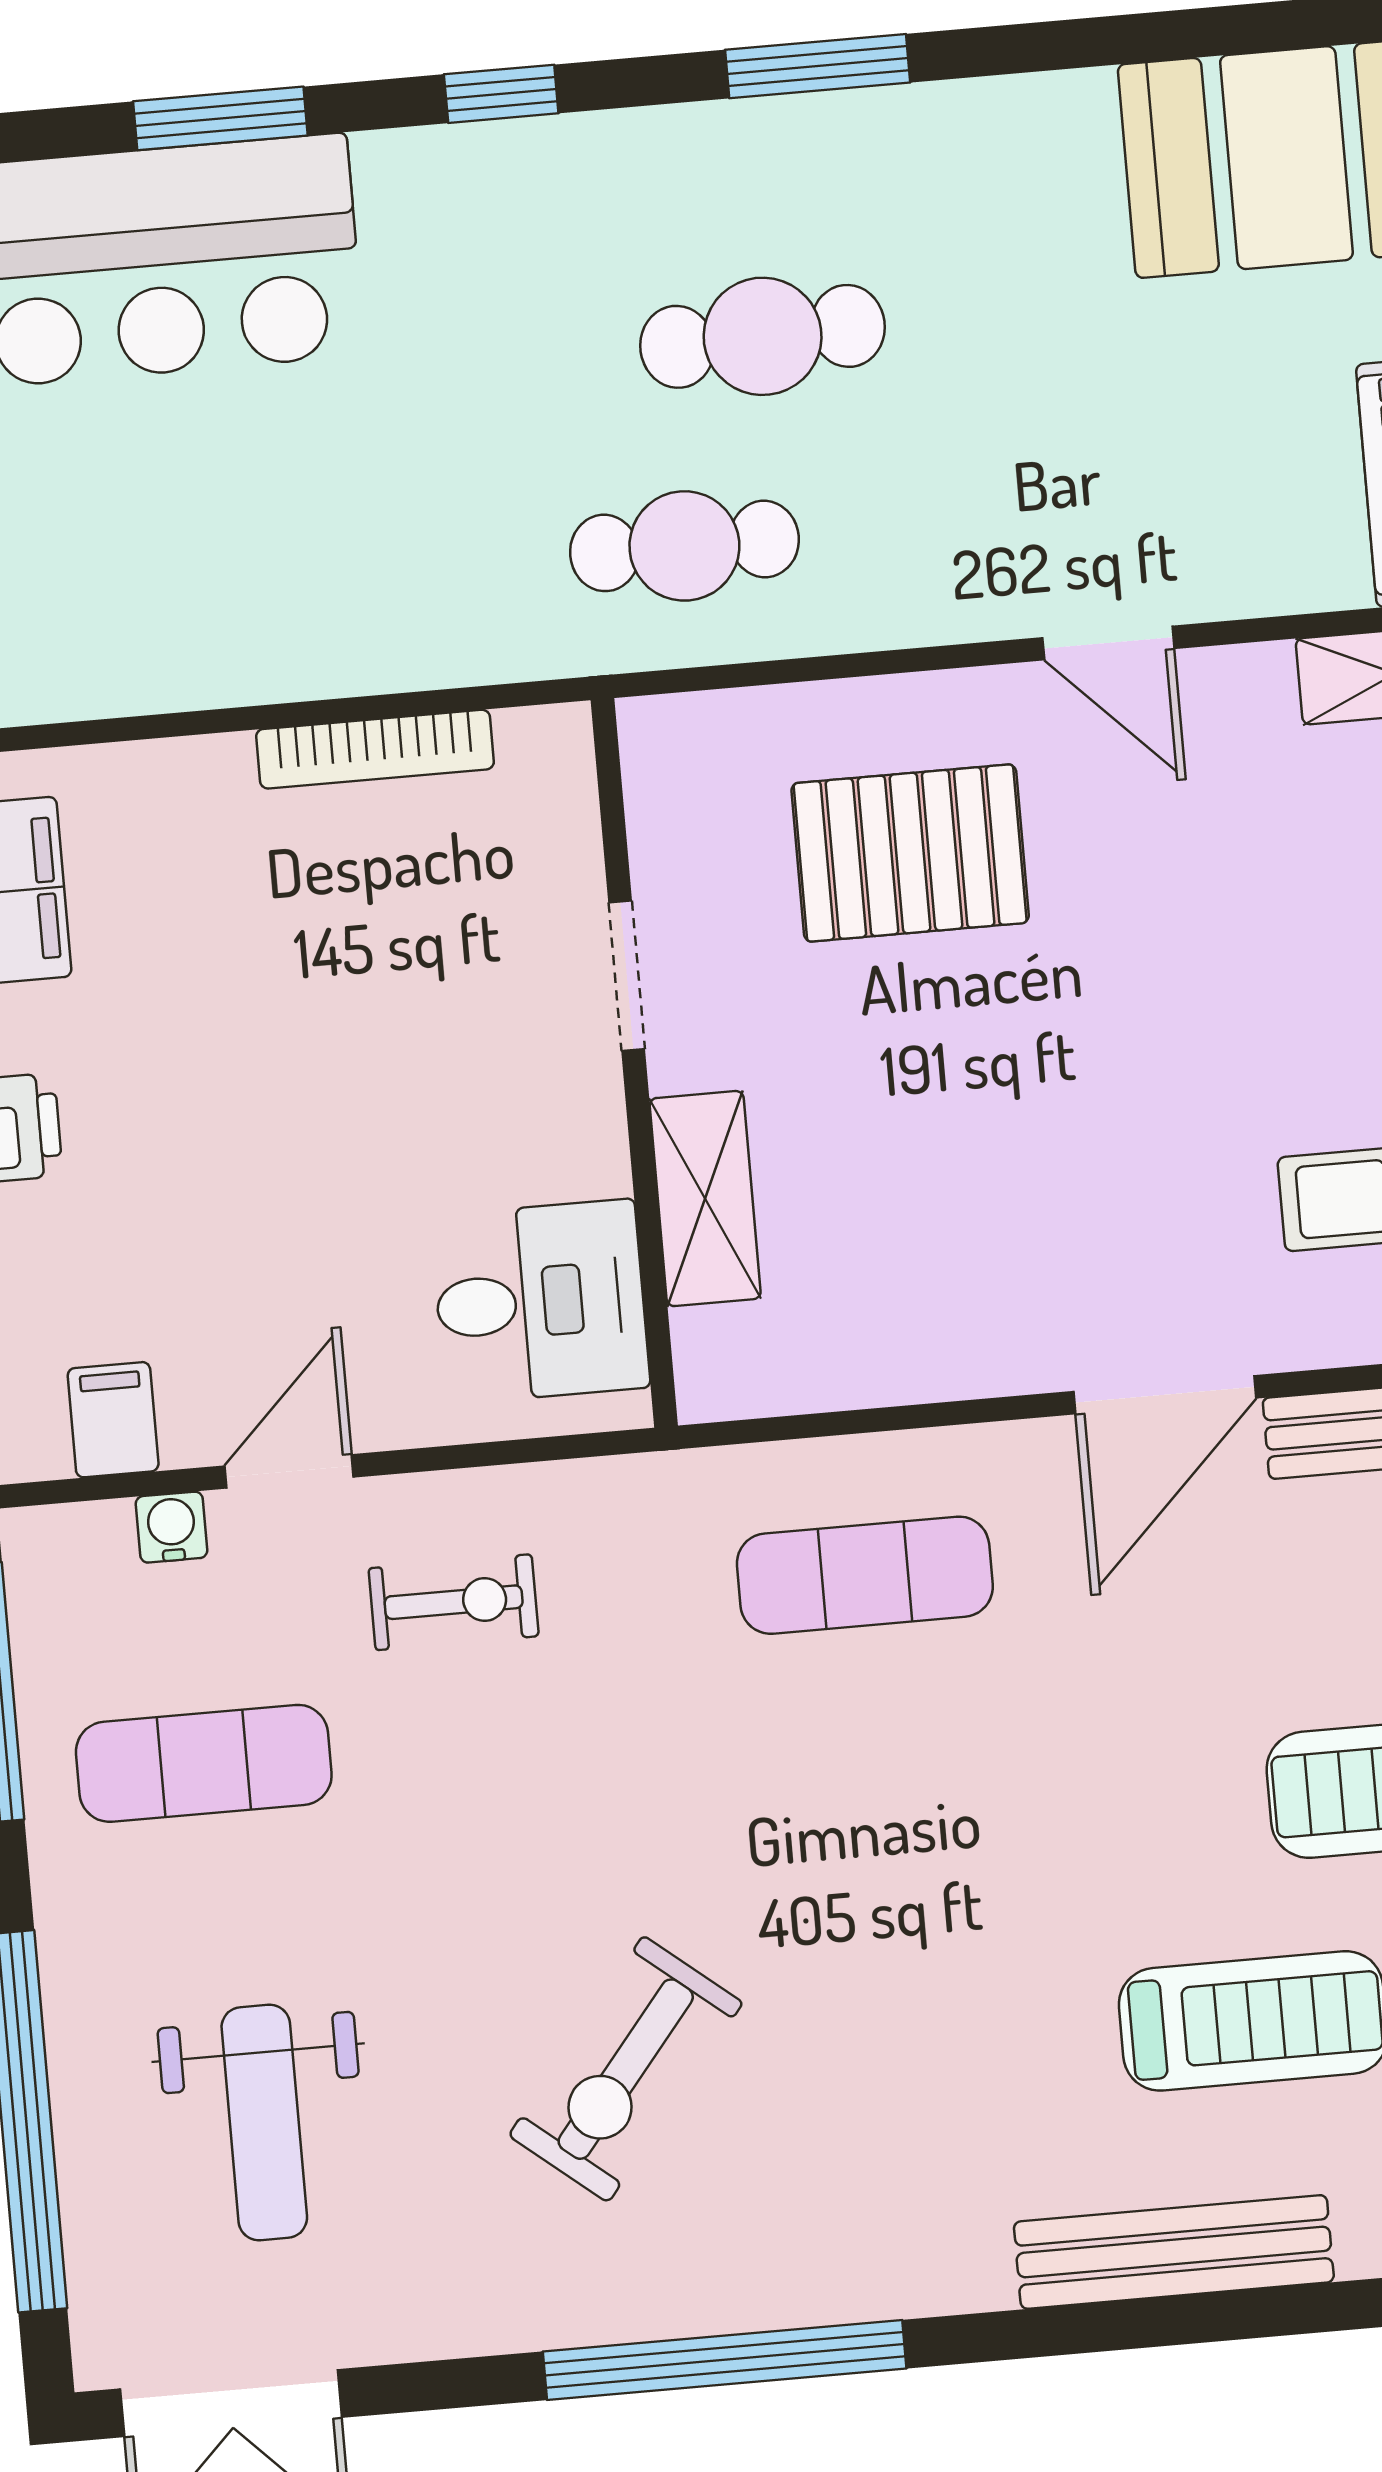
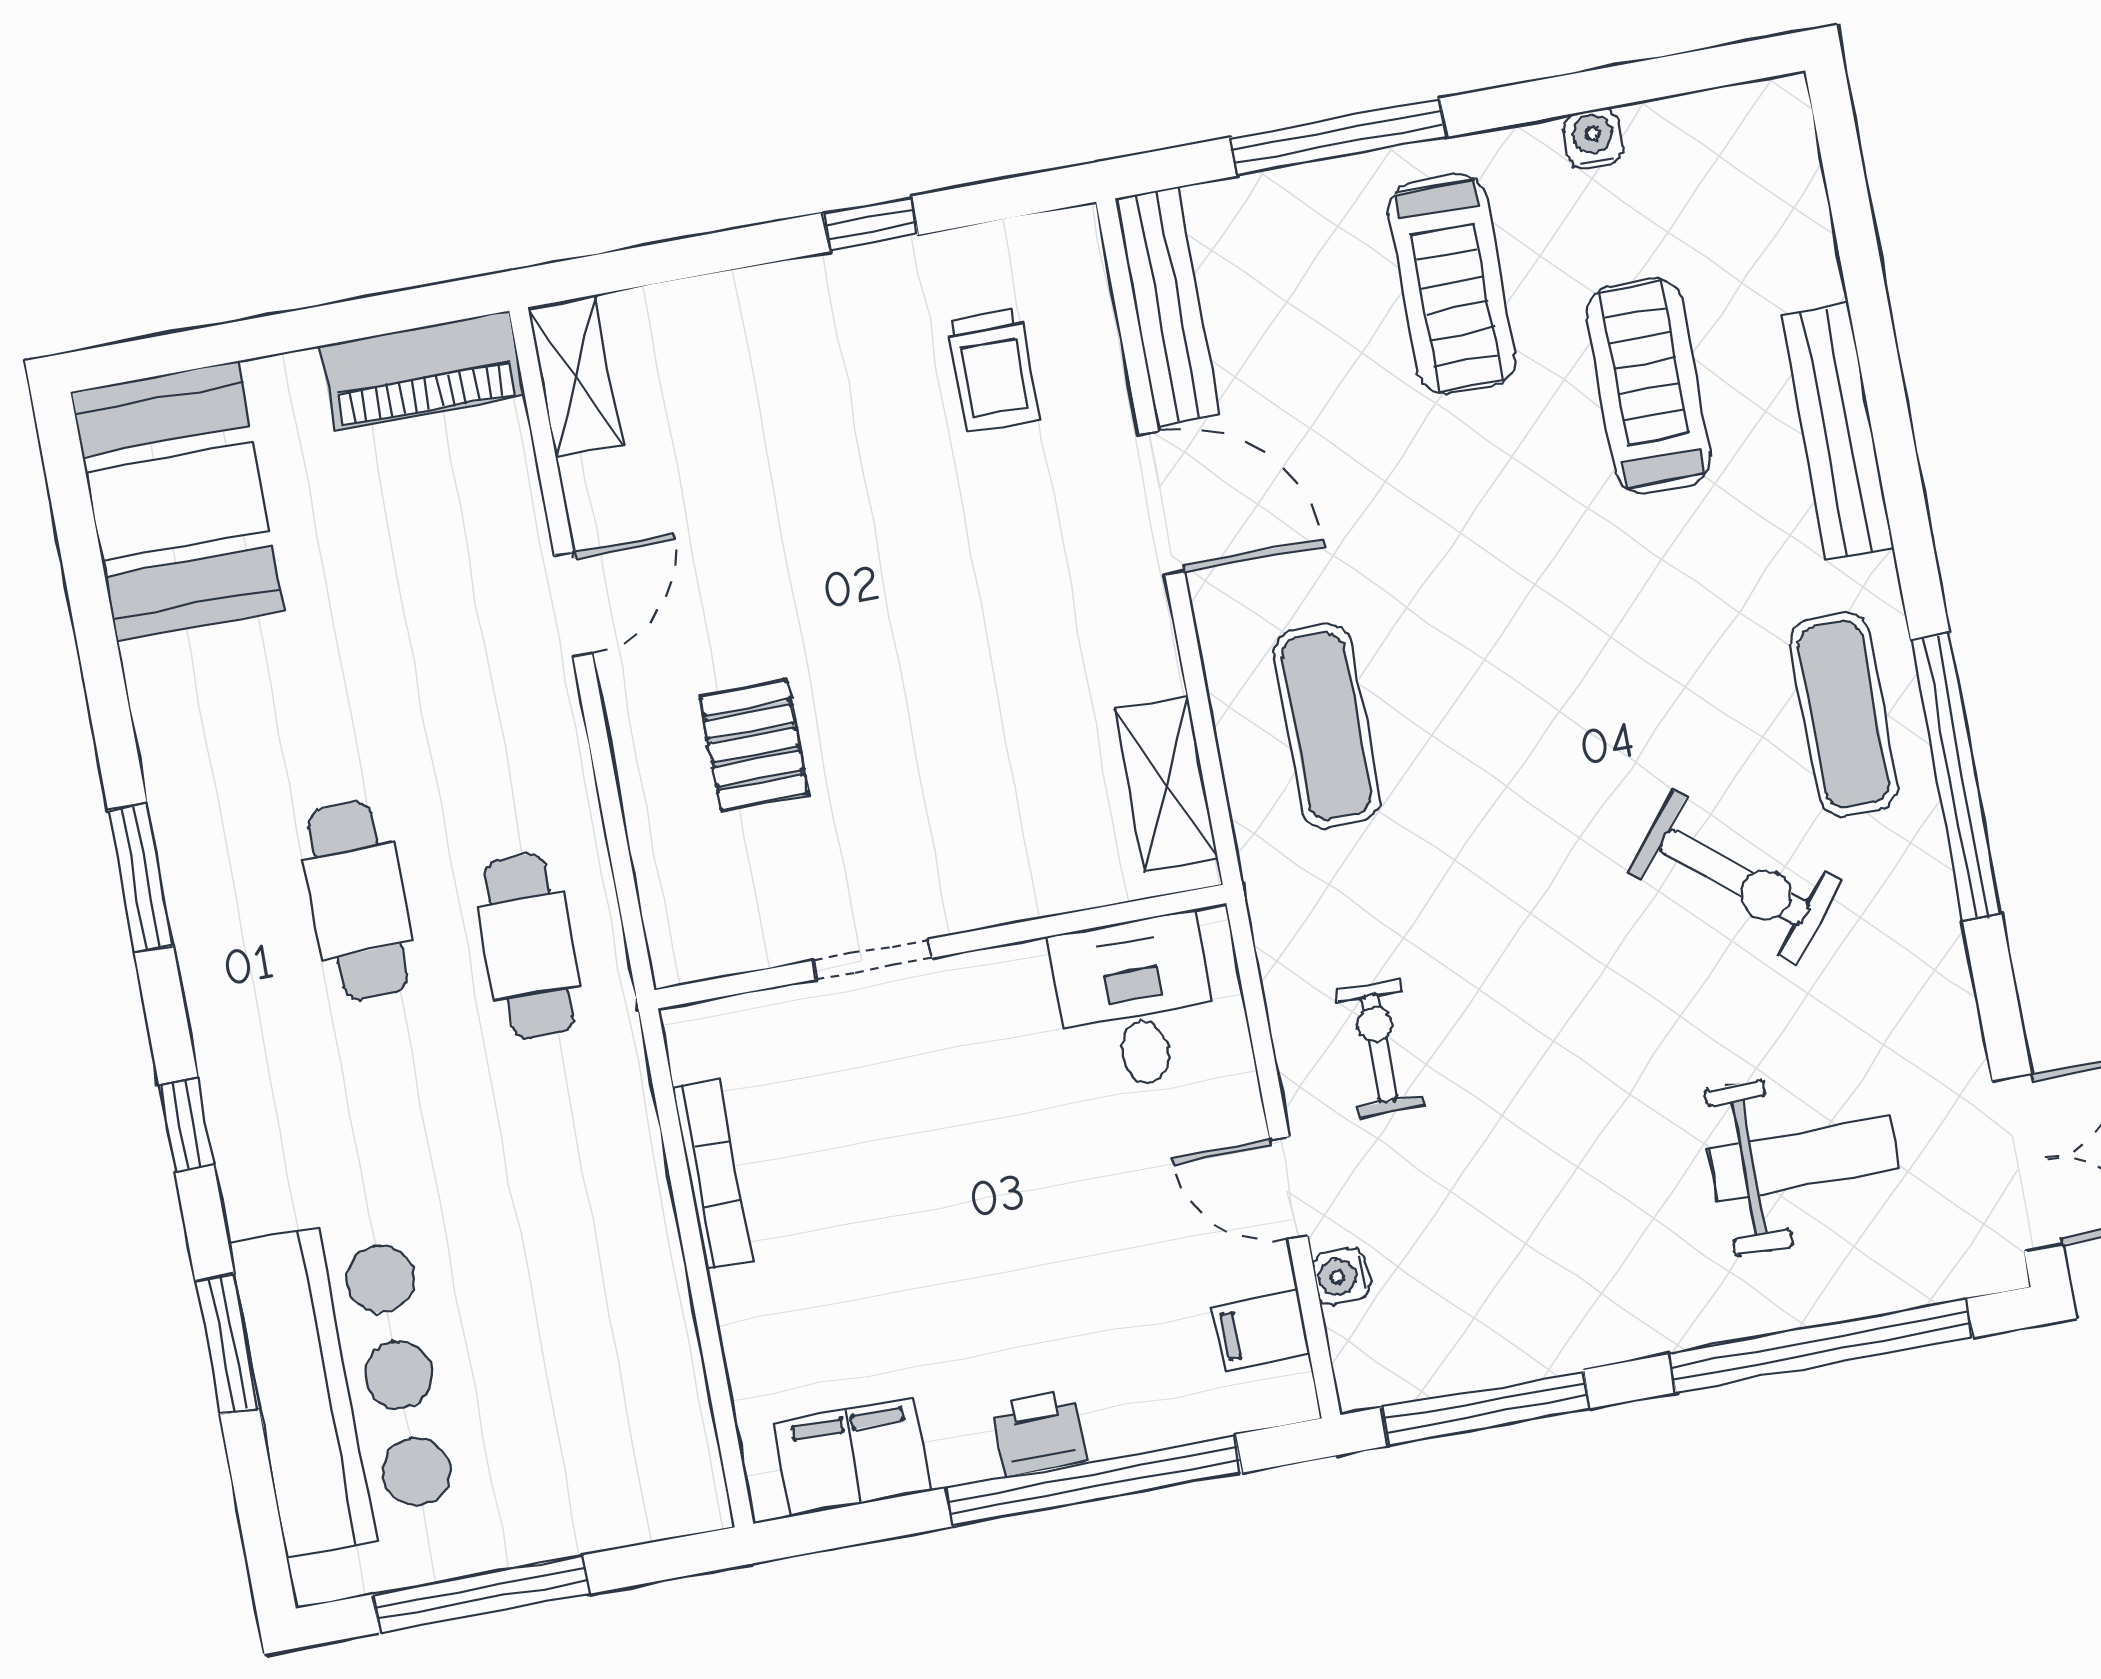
pallet: (910, 853) -> (754, 745), width x0.67, depth x0.71
shelving: (705, 1199) -> (1166, 783), moved, turned 90
exercise mat: (204, 1763) -> (1844, 714), moved

